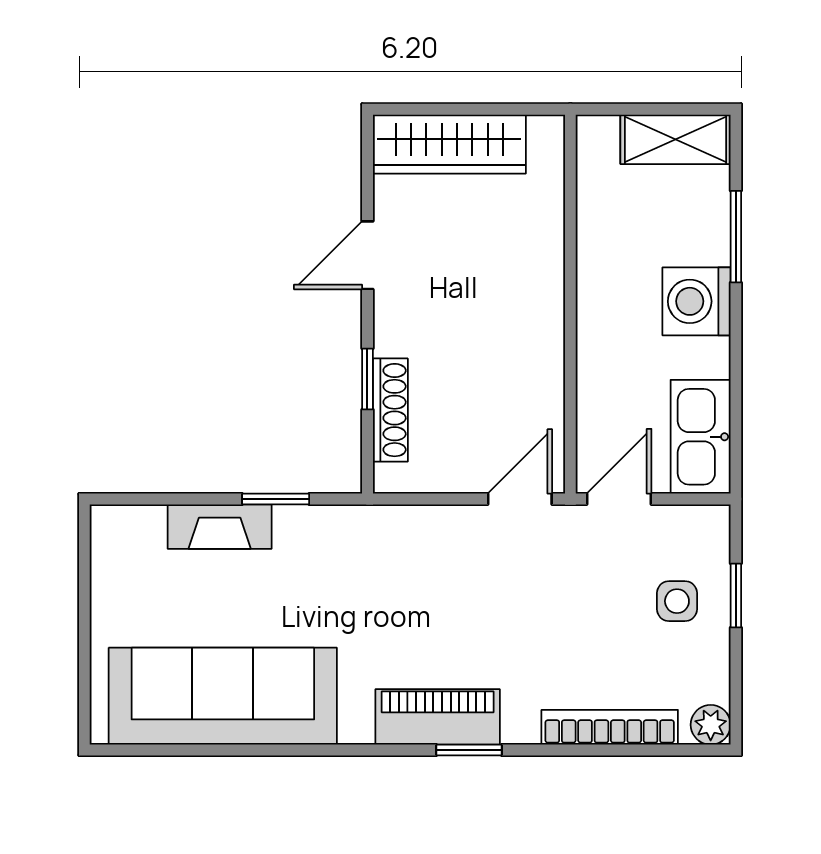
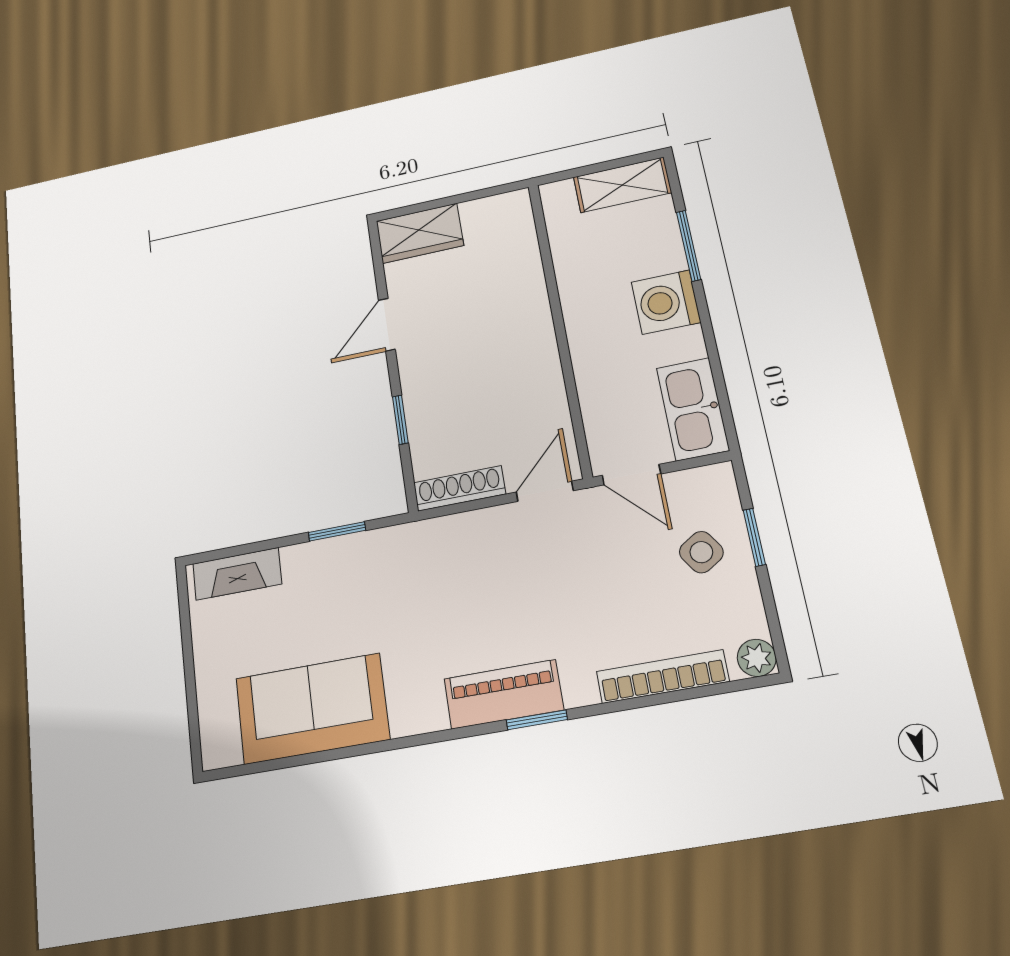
wardrobe: (449, 144) -> (420, 233), width x0.67
shoe rack: (390, 410) -> (460, 488), moved, turned -90
door: (619, 499) -> (631, 475), swing flipped
fireplace: (220, 527) -> (237, 574), moved
side table: (677, 601) -> (701, 552), turned -33
sofa: (223, 696) -> (312, 709), width x0.73

